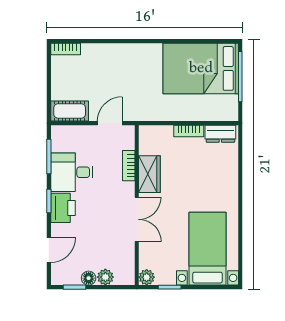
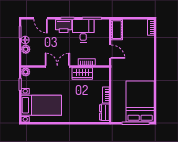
double door: (137, 219) -> (57, 66), swing flipped

